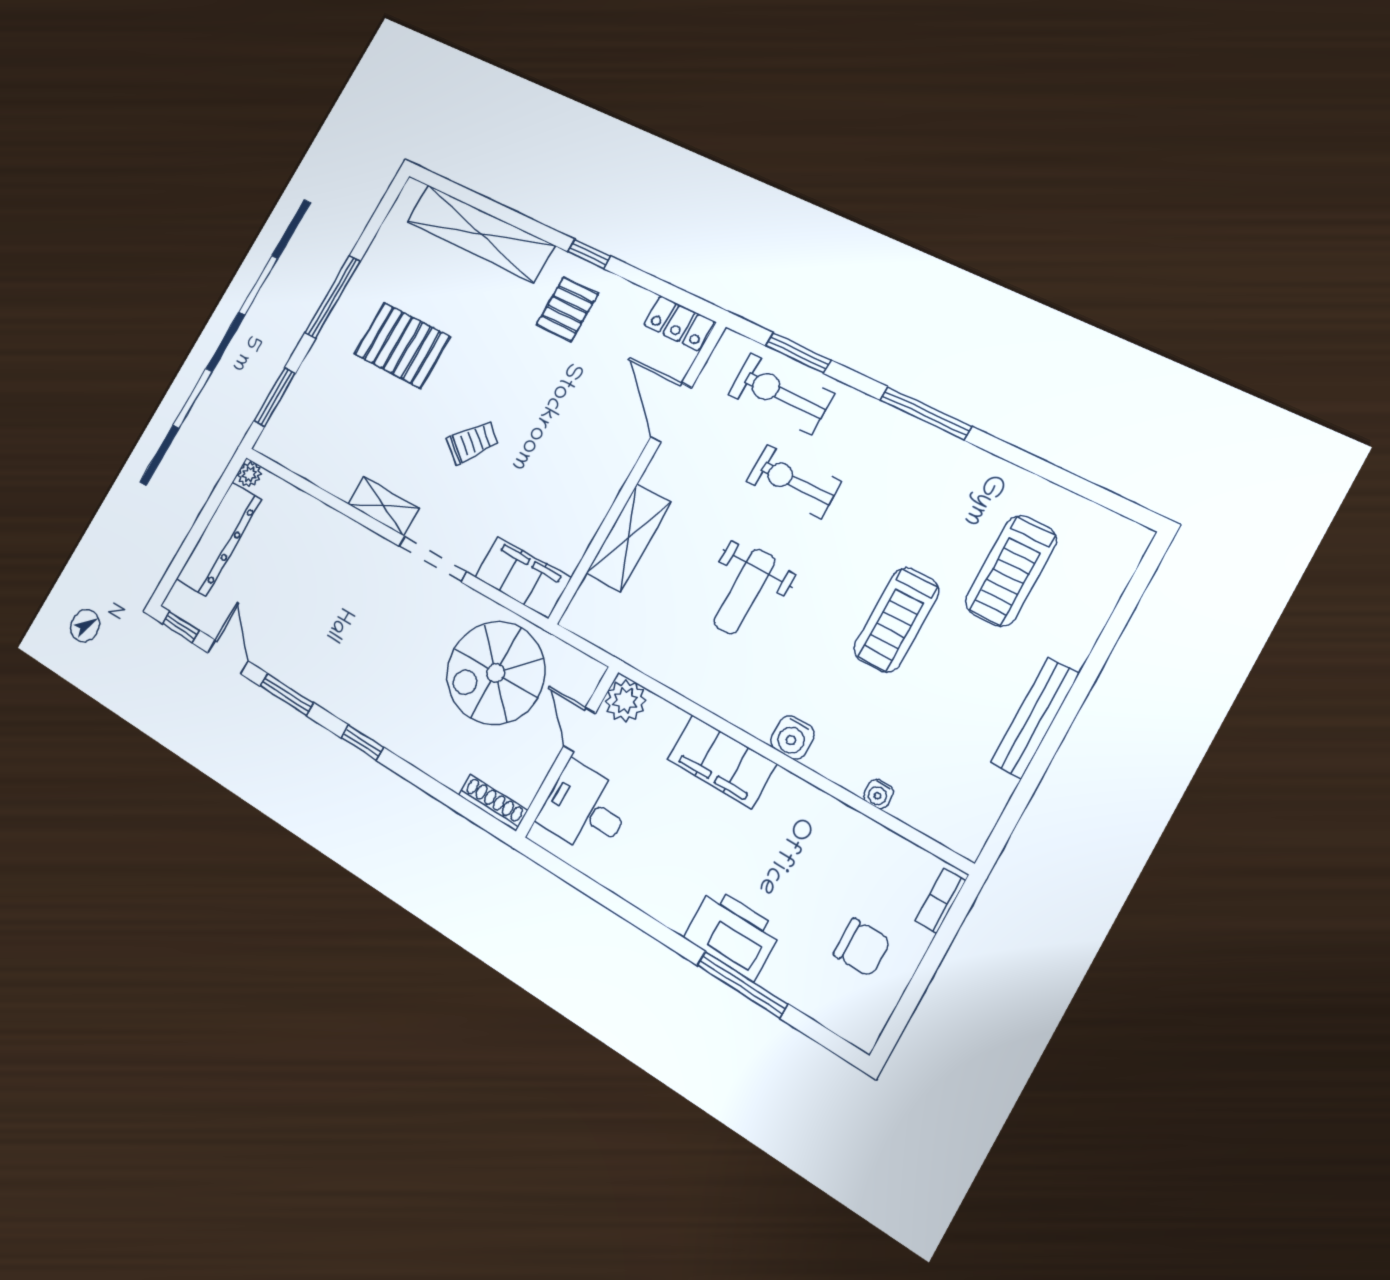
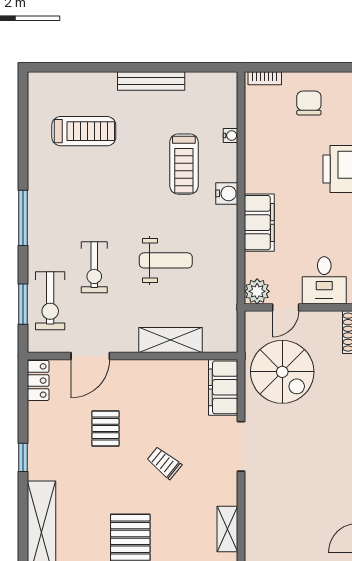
pallet: (567, 309) -> (105, 429), moved, turned 90
shelving: (383, 506) -> (227, 529), moved
treadmill: (896, 620) -> (184, 164), moved, turned 90

